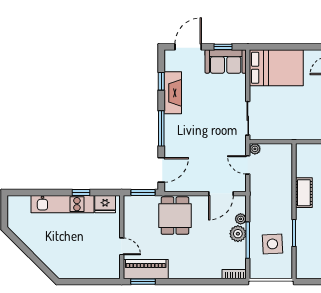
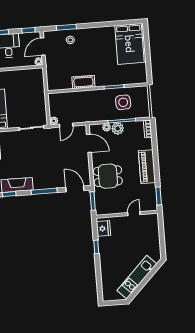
kitchen unit: (63, 204) -> (137, 277), moved, turned -135
piano: (146, 269) -> (147, 167), moved

